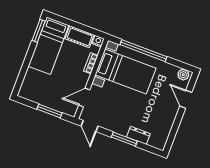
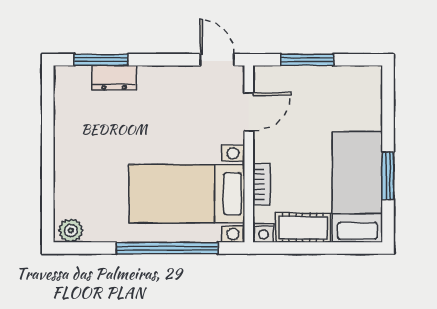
window: (39, 31) -> (388, 176), moved
door: (186, 99) -> (48, 184), removed
window: (124, 139) -> (101, 60), moved

